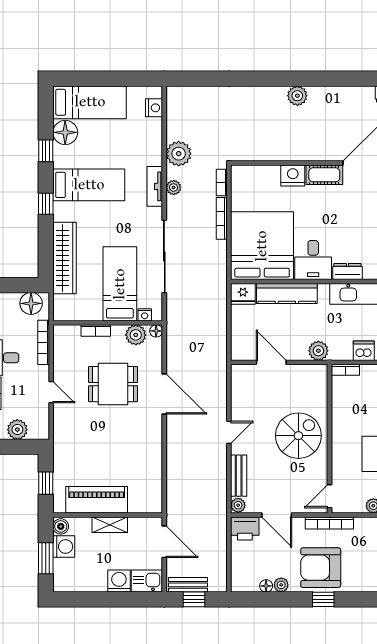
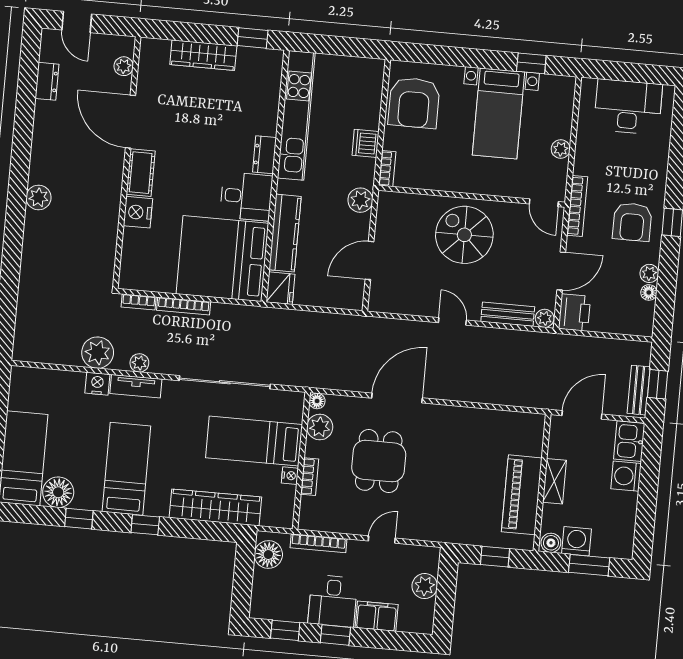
nightstand: (154, 108) -> (97, 384), moved
nightstand: (145, 315) -> (290, 476), moved
armchair: (321, 568) -> (632, 222), width x0.73, depth x0.73

